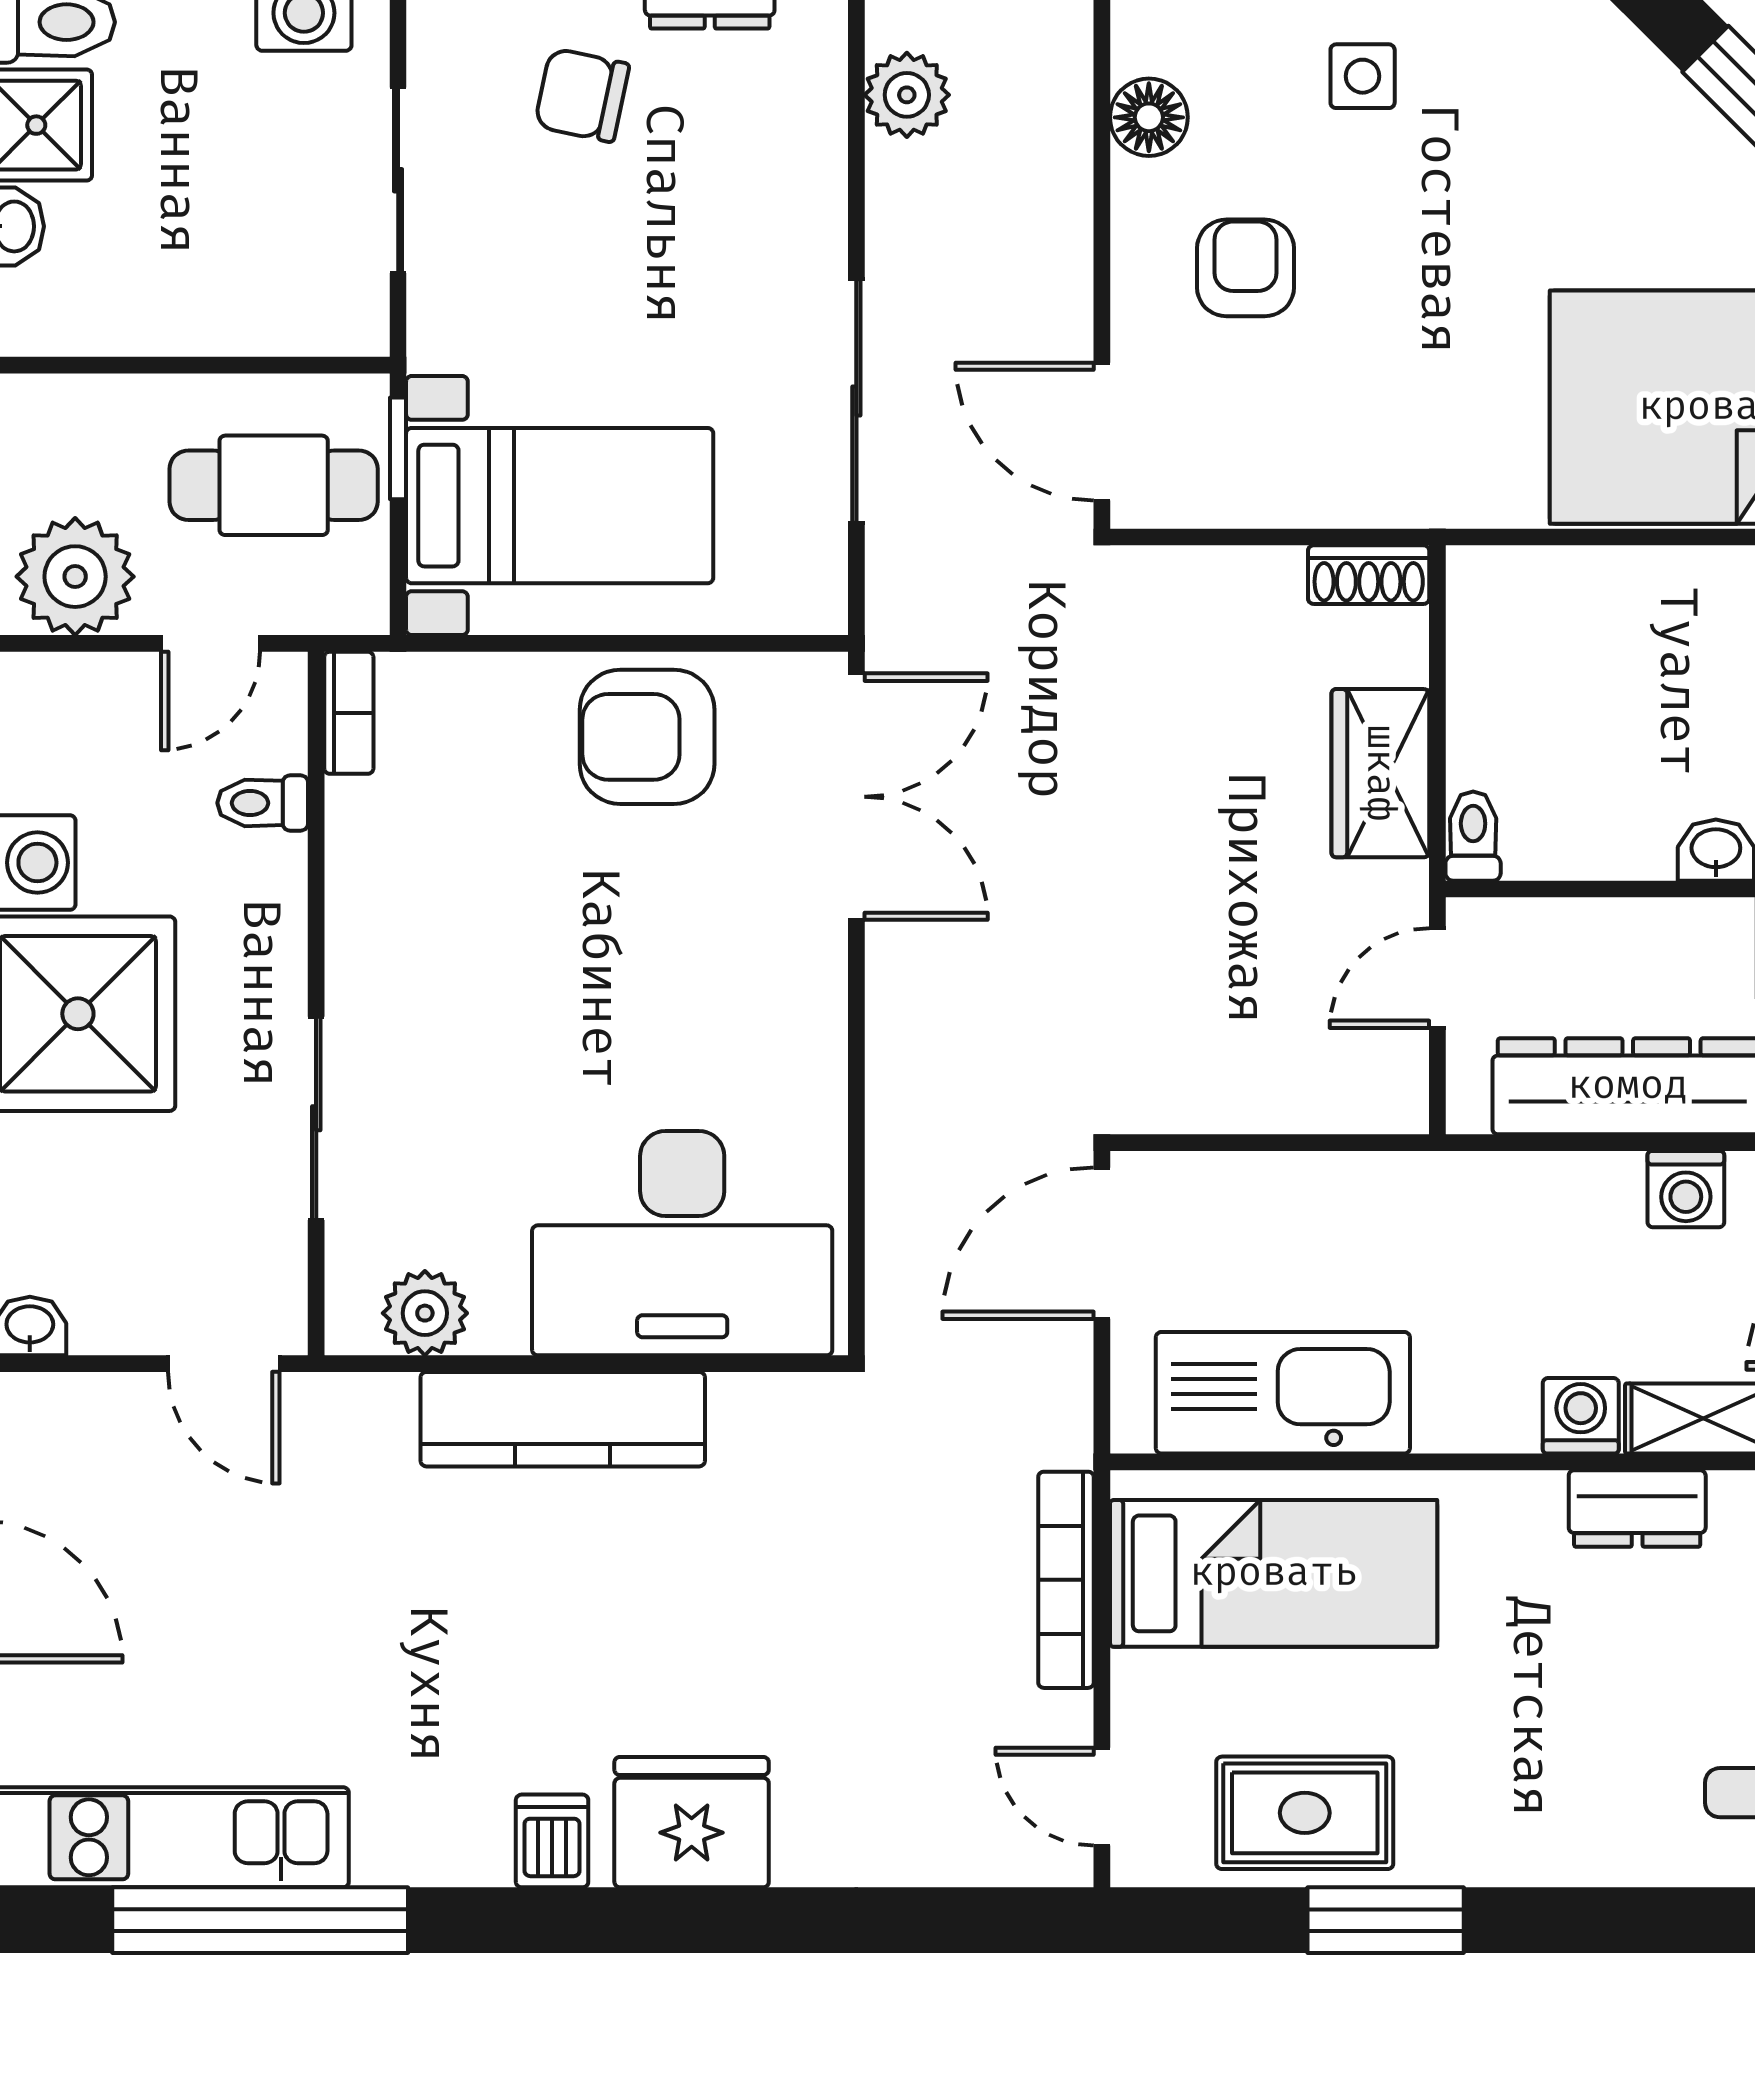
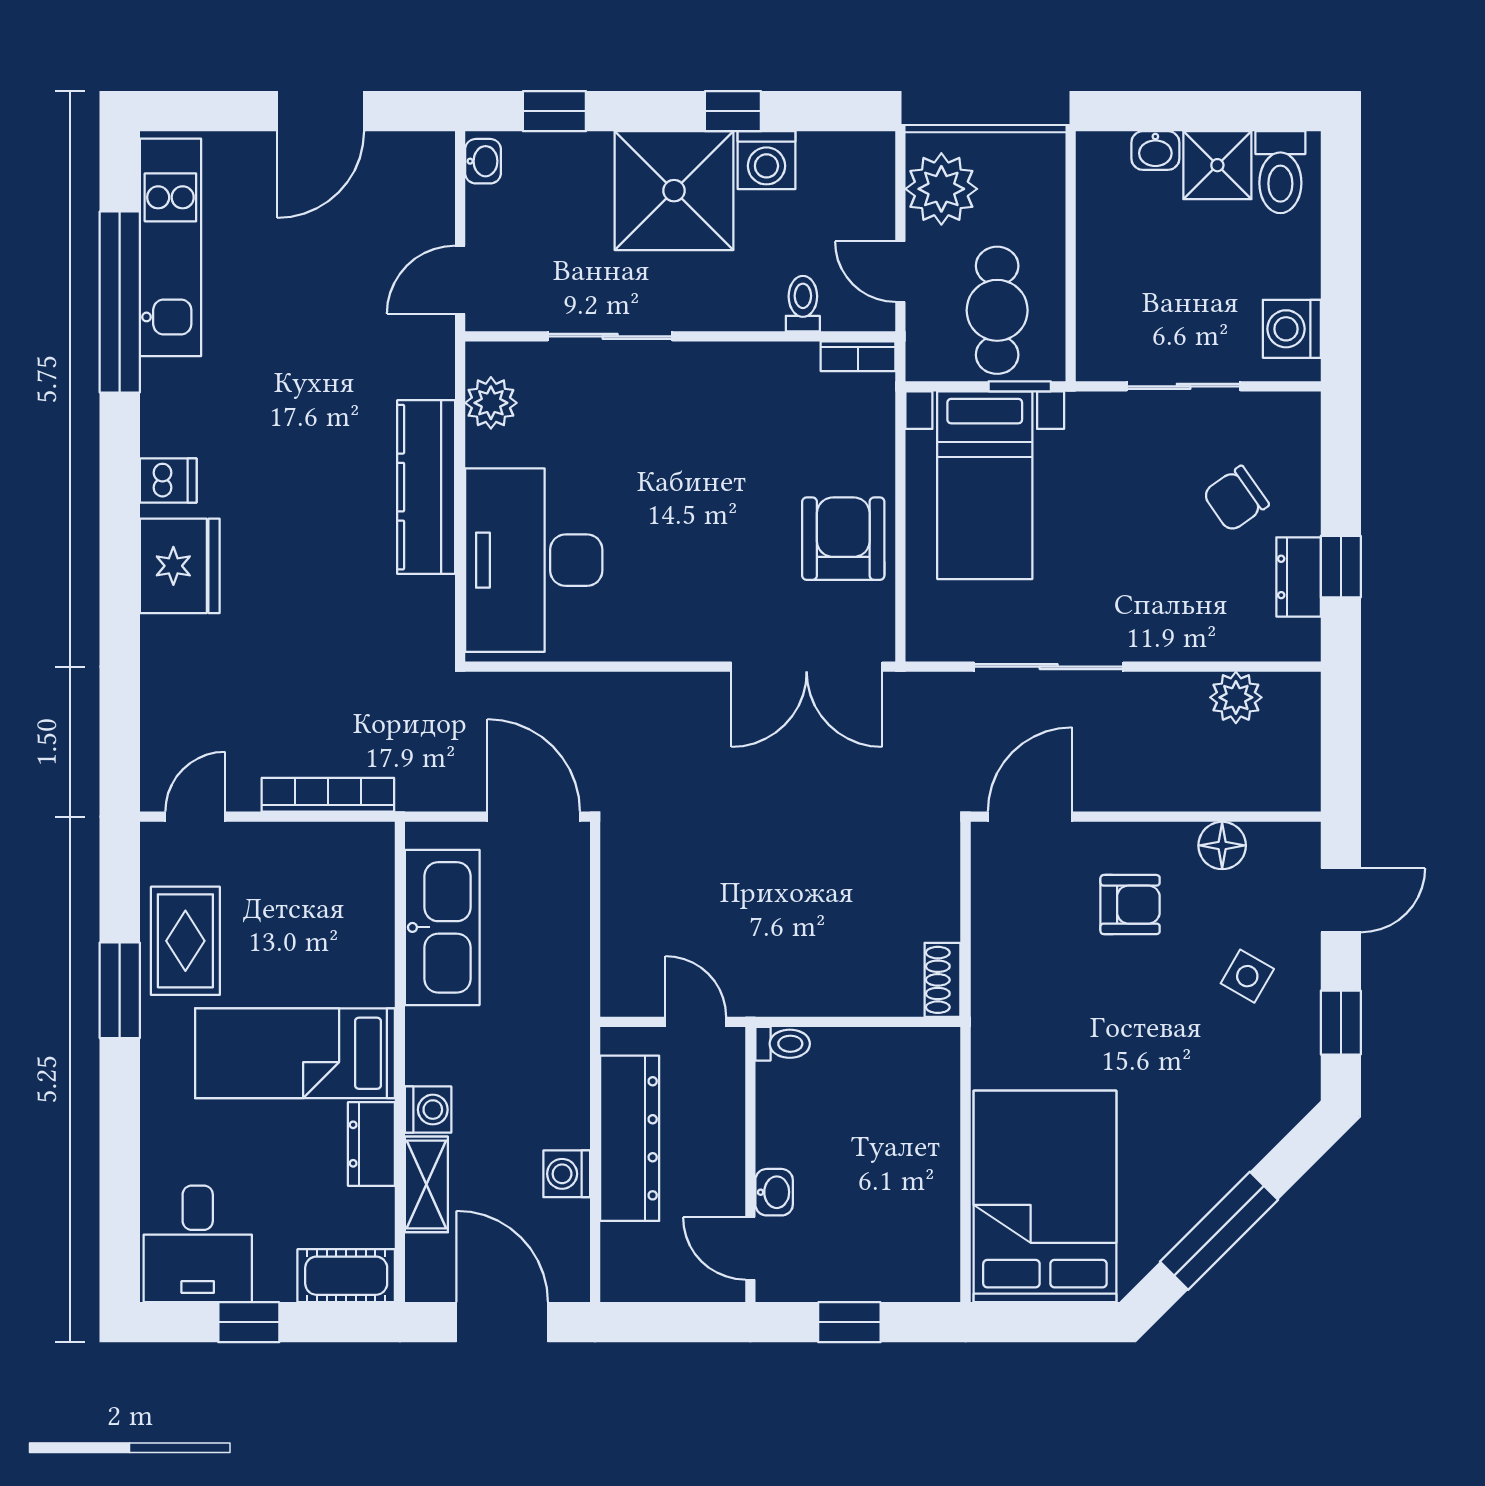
side table: (1363, 76) -> (1247, 976), turned 30
chair: (582, 95) -> (1236, 499), turned -137
wardrobe: (1380, 773) -> (821, 987), removed
bed: (1274, 1573) -> (295, 1053), moved, turned 90

